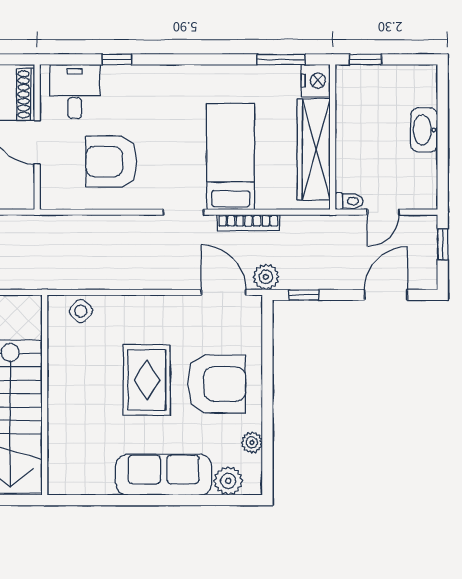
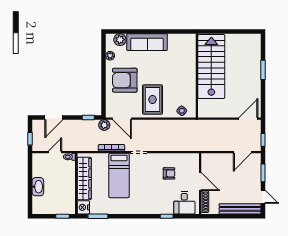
armchair: (111, 162) -> (169, 173), width x0.53, depth x0.53
rug: (147, 380) -> (152, 99), moved

